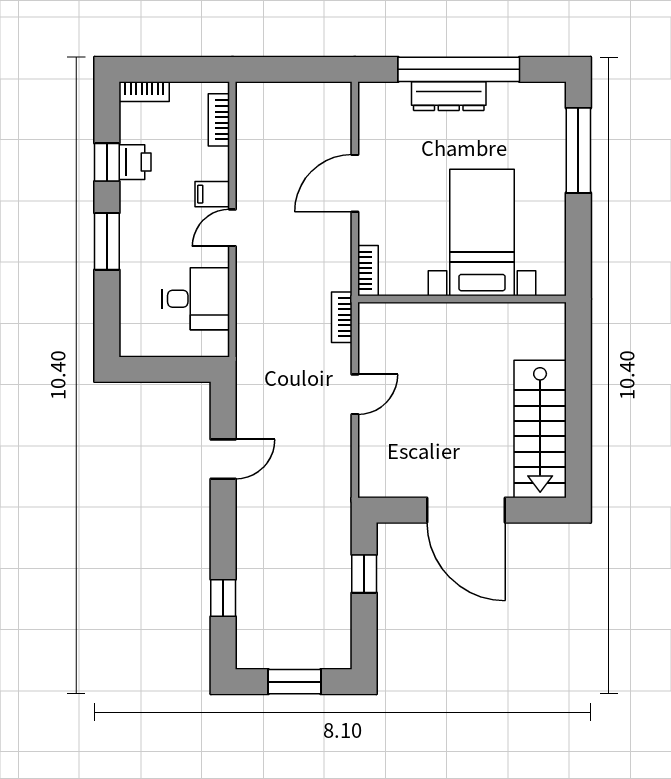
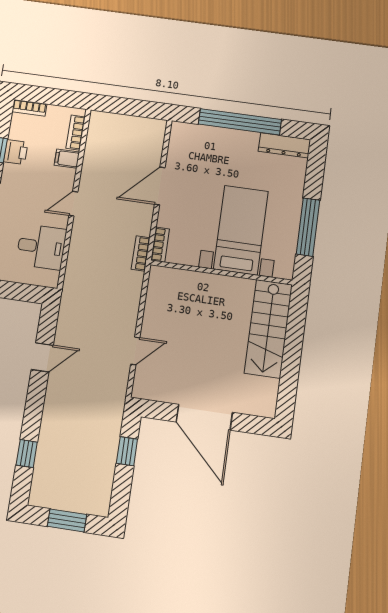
dresser: (449, 96) -> (284, 145), moved
window: (578, 150) -> (308, 227), moved
filing cabinet: (212, 194) -> (67, 159), moved
bookcase: (342, 317) -> (141, 253), moved
door: (355, 394) -> (135, 351), moved
stairs: (540, 429) -> (268, 329), moved

